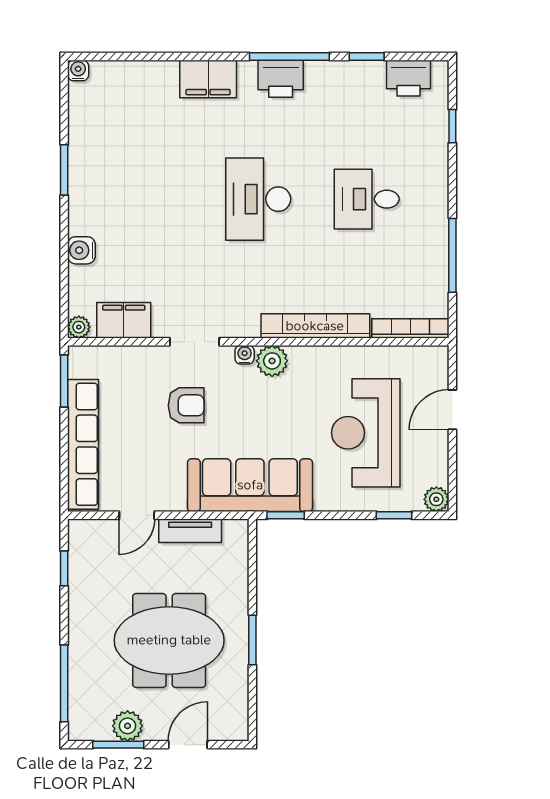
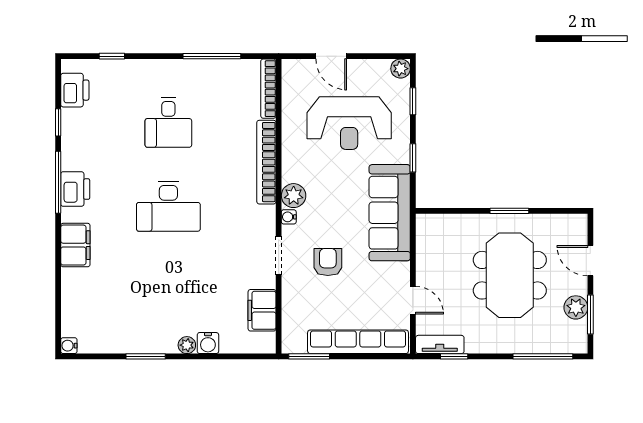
plant: (79, 327) -> (187, 345), moved
window: (286, 515) -> (413, 158), moved
tv unit: (190, 531) -> (440, 344), moved, turned -90

